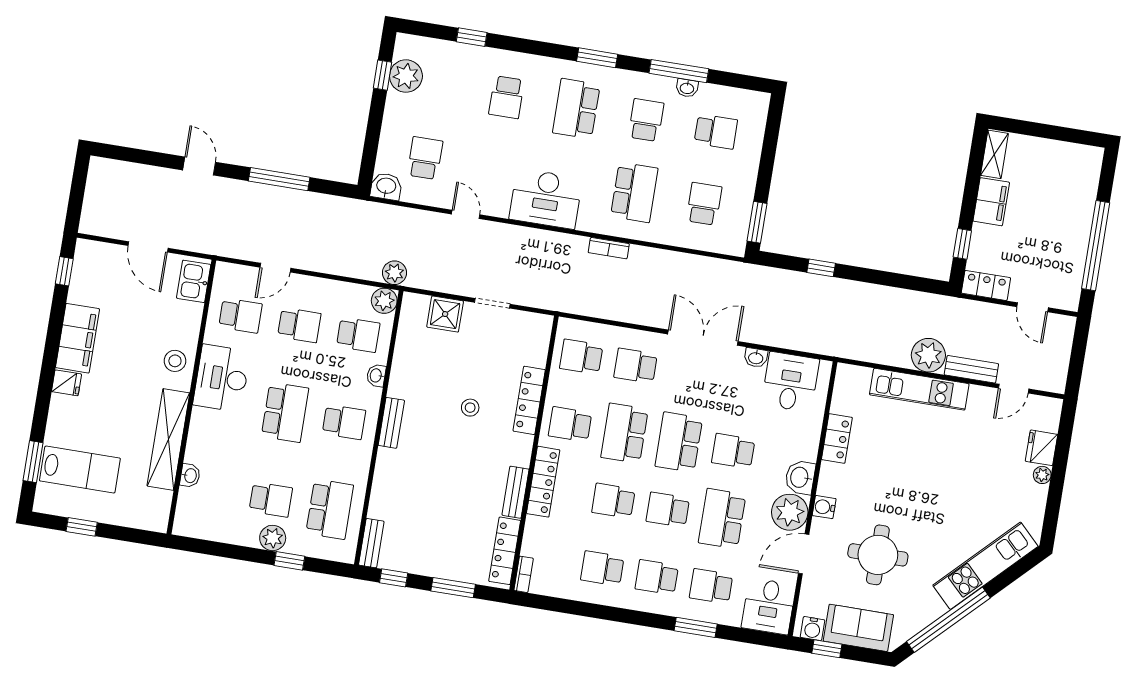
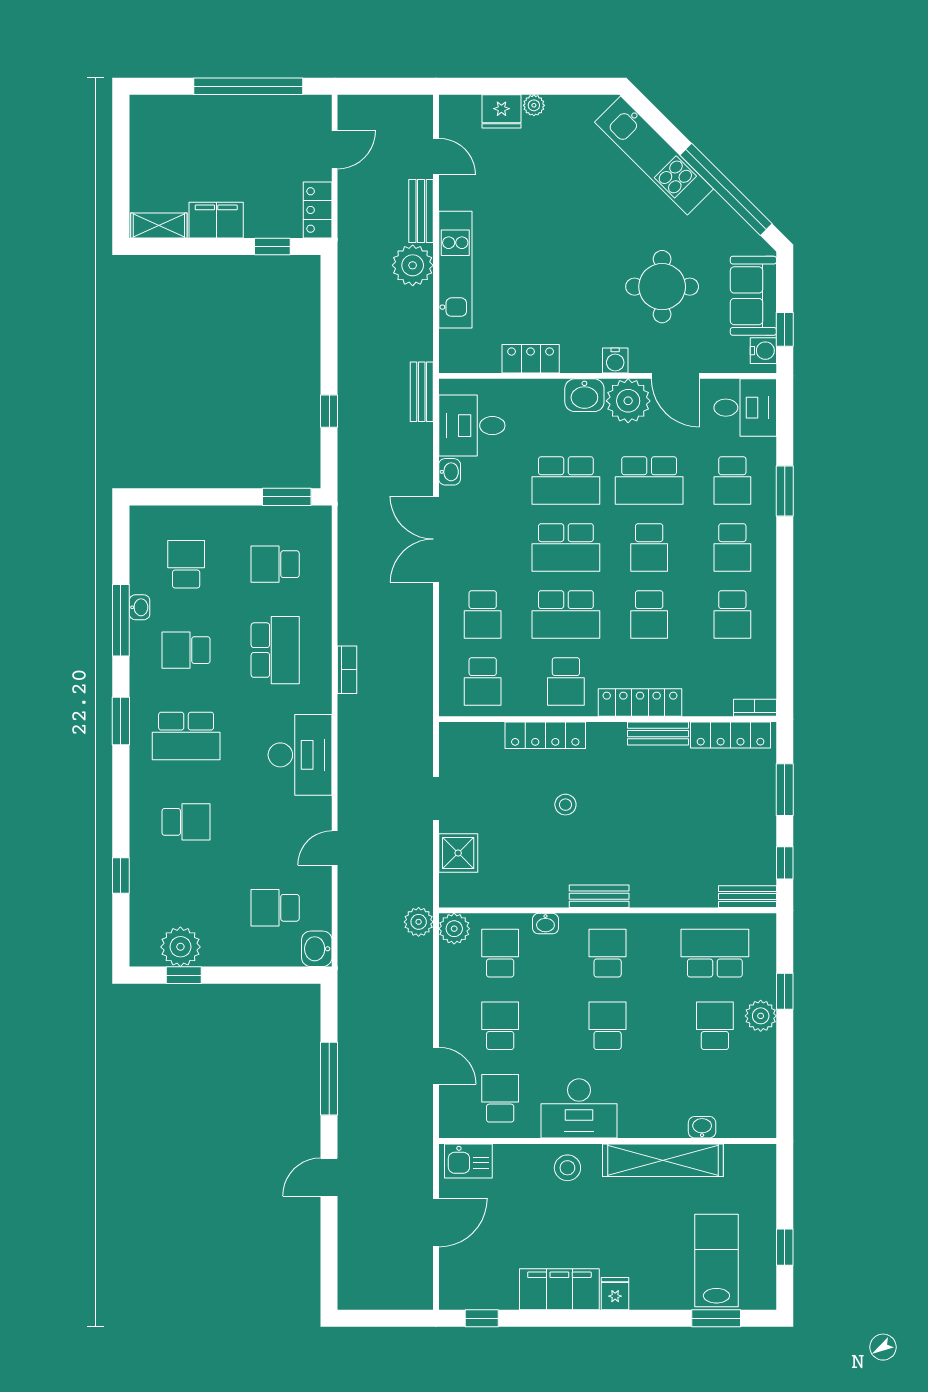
school desk: (634, 192) -> (275, 650), turned 90
bench: (825, 346) -> (422, 392), added
school desk: (285, 412) -> (608, 1026), width x0.54
school desk: (733, 451) -> (566, 481), width x1.85

